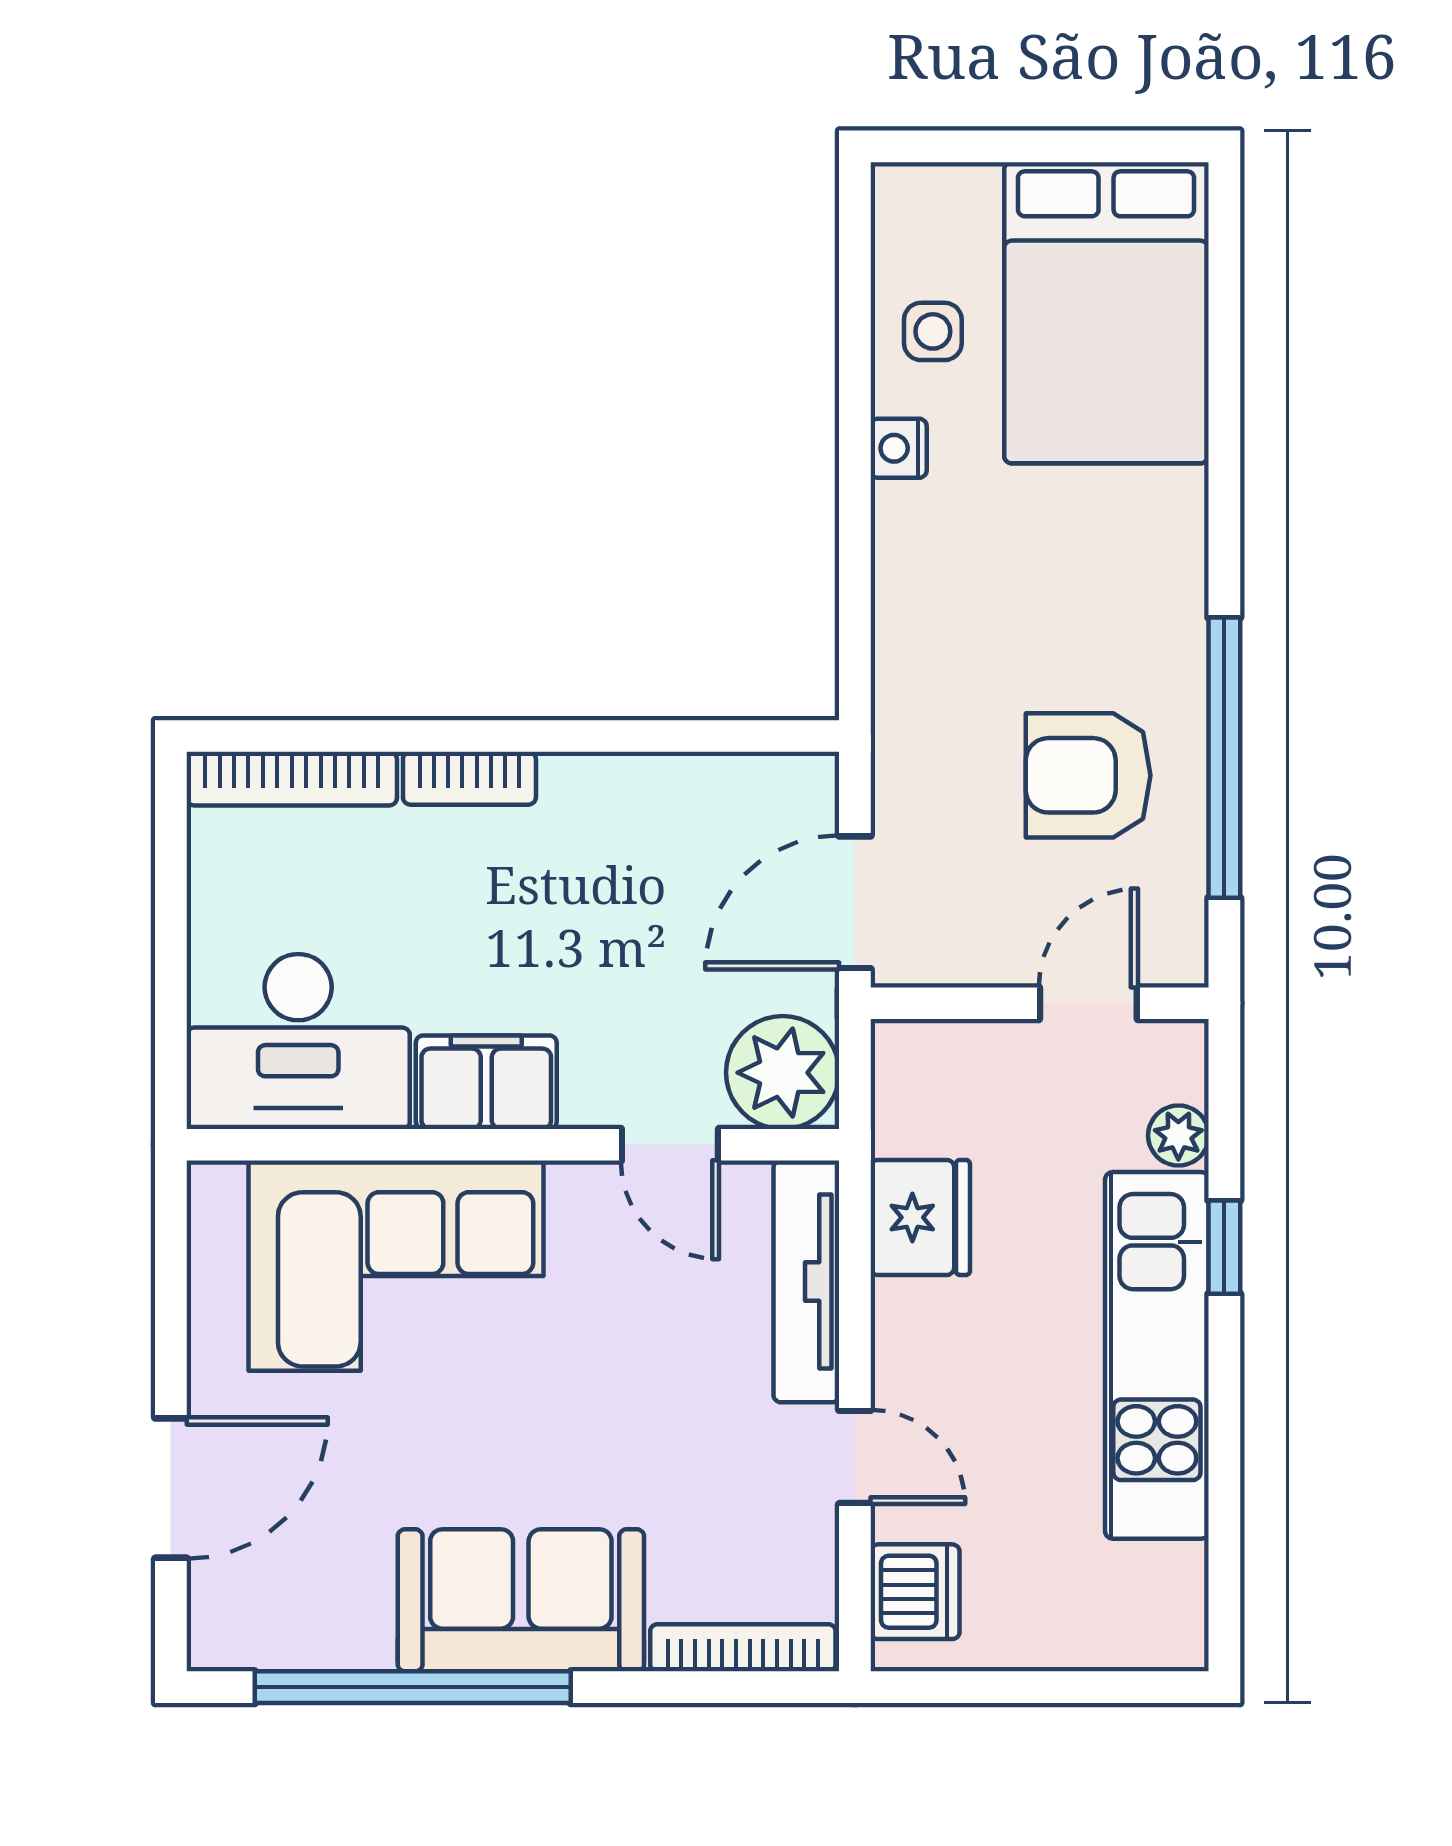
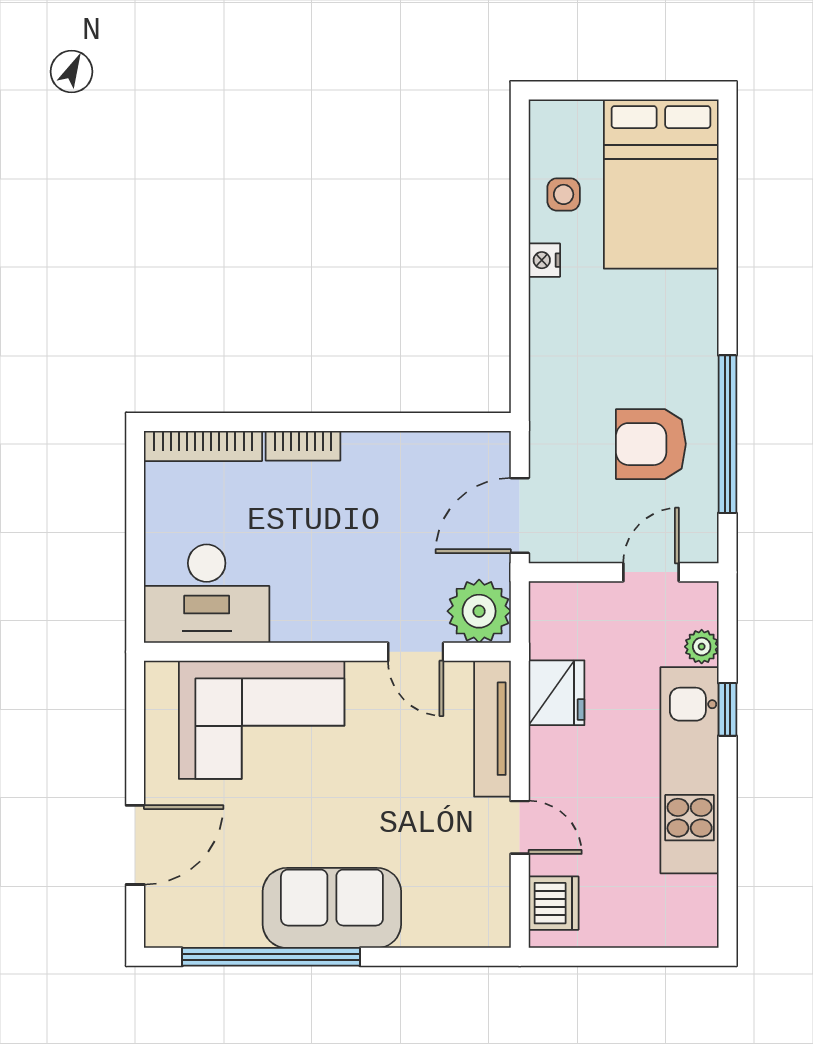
filing cabinet: (486, 1082) -> (312, 617), removed
bookcase: (743, 1648) -> (457, 935), removed

